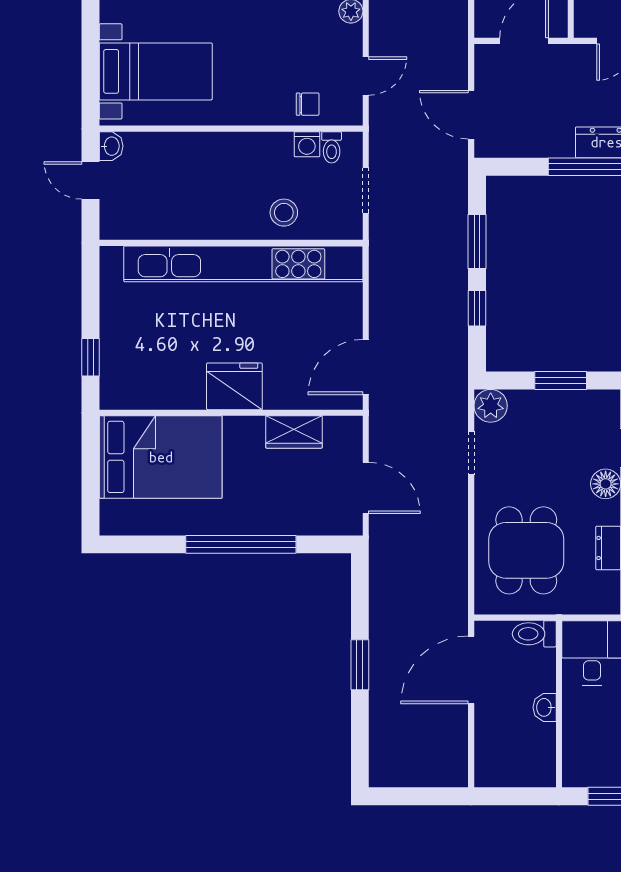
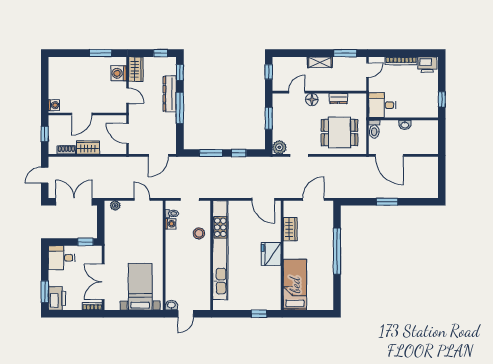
chair: (308, 104) -> (154, 224), removed
bed: (161, 457) -> (295, 285), width x0.67

